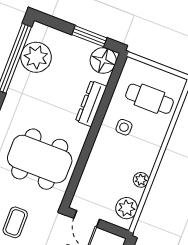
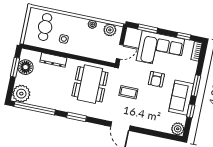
plant: (36, 57) -> (21, 94), moved
floor lamp: (103, 60) -> (26, 67), moved

